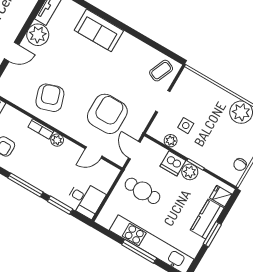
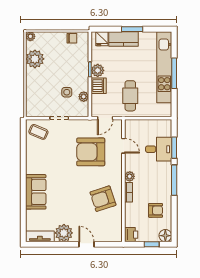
desk: (85, 199) -> (159, 149), moved, turned 90

